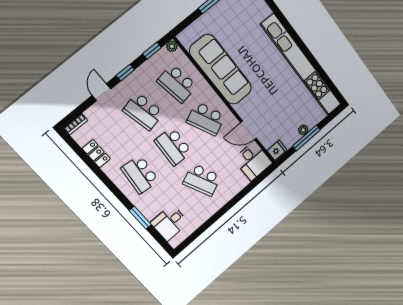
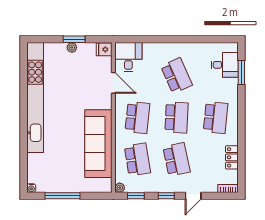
school desk: (206, 119) -> (137, 117), turned 30
window: (306, 138) -> (74, 39), width x0.69
window: (140, 218) -> (241, 72), moved

